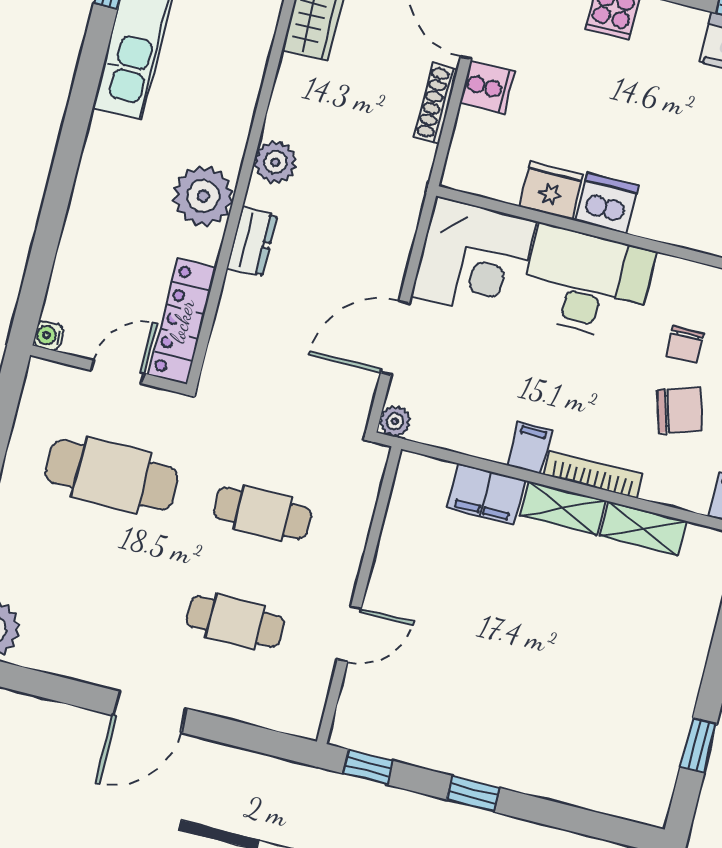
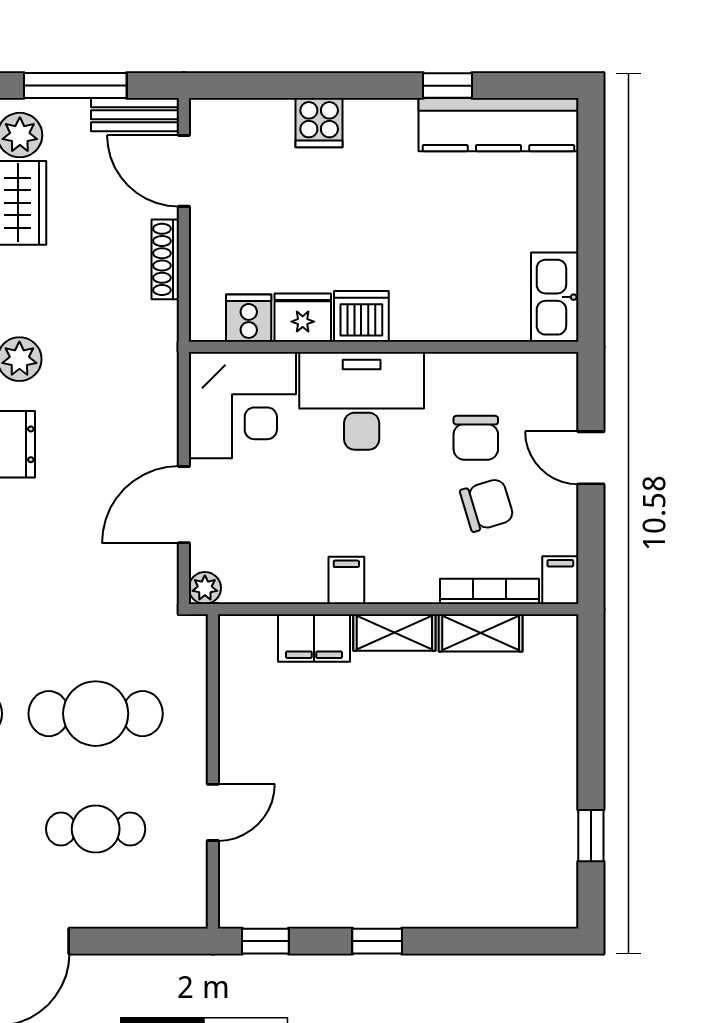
cooker: (487, 87) -> (249, 318), moved, turned -90
chair: (685, 345) -> (476, 438), width x1.37, depth x1.37
bookcase: (593, 475) -> (489, 591), moved
cafe table: (263, 513) -> (96, 714), width x1.37, depth x1.35

